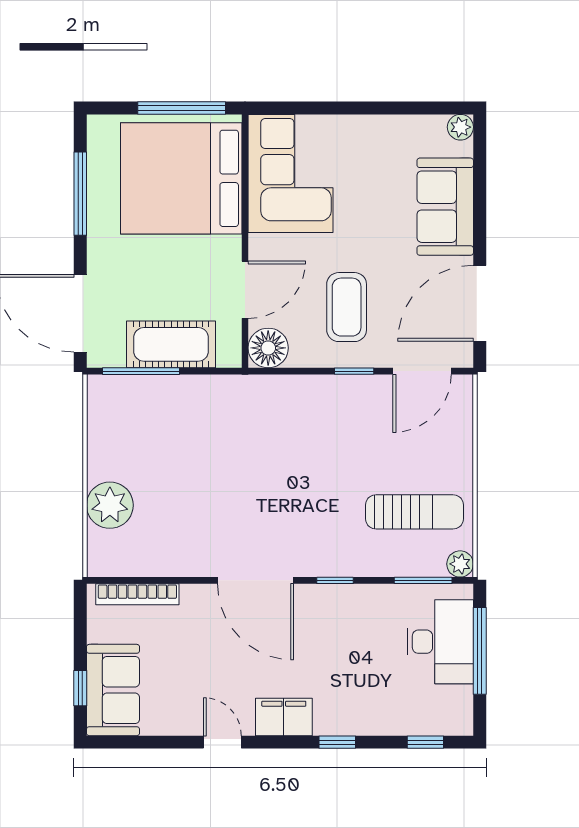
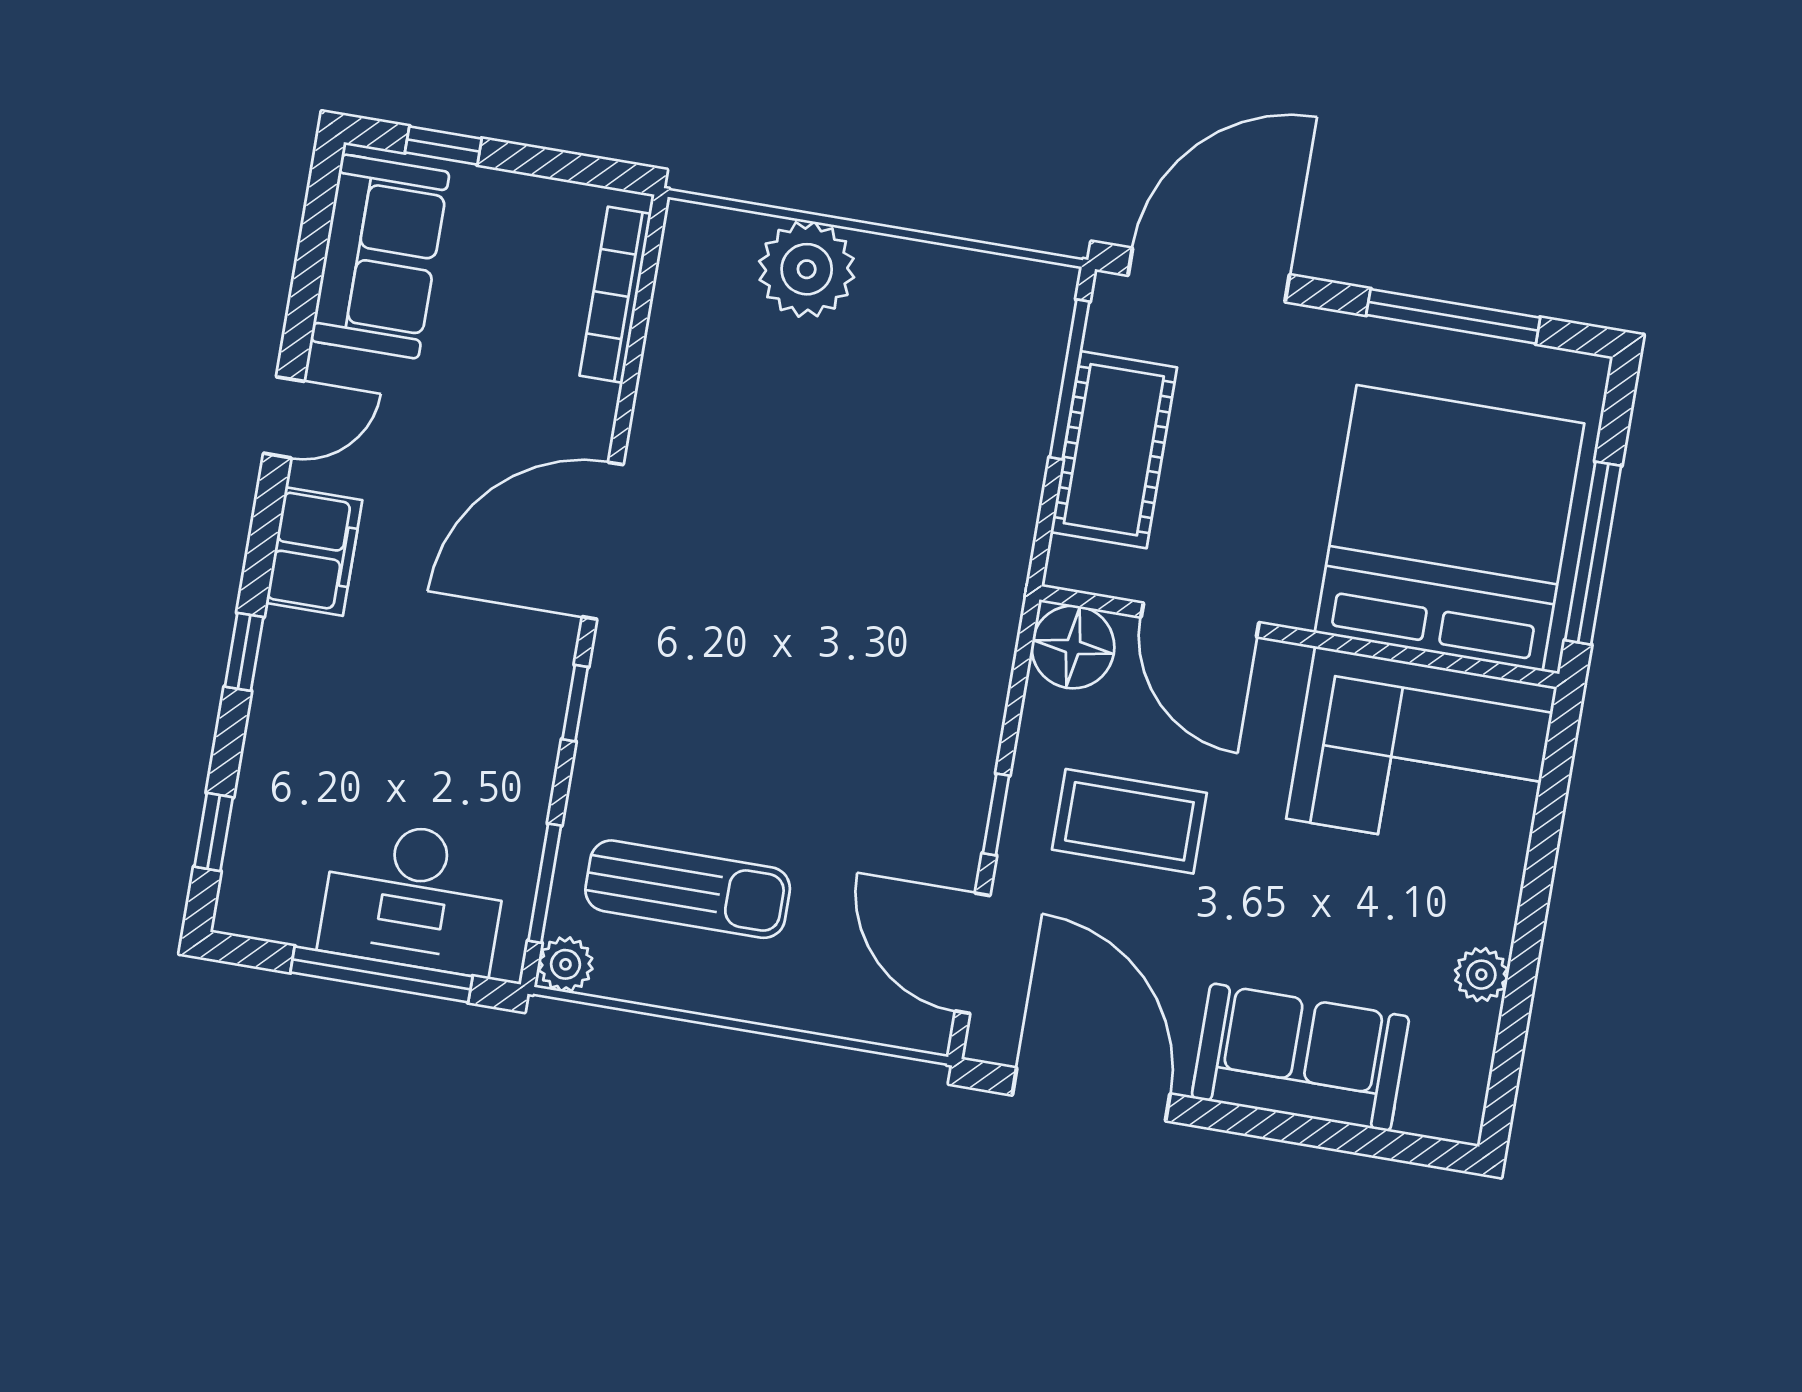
plant: (460, 127) -> (1481, 975), moved
sun lounger: (415, 512) -> (688, 889), turned -90
sofa: (113, 690) -> (380, 256), moved, turned -90

